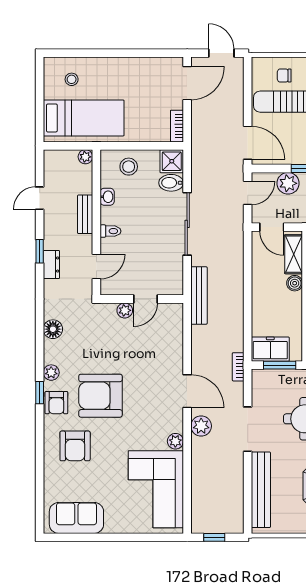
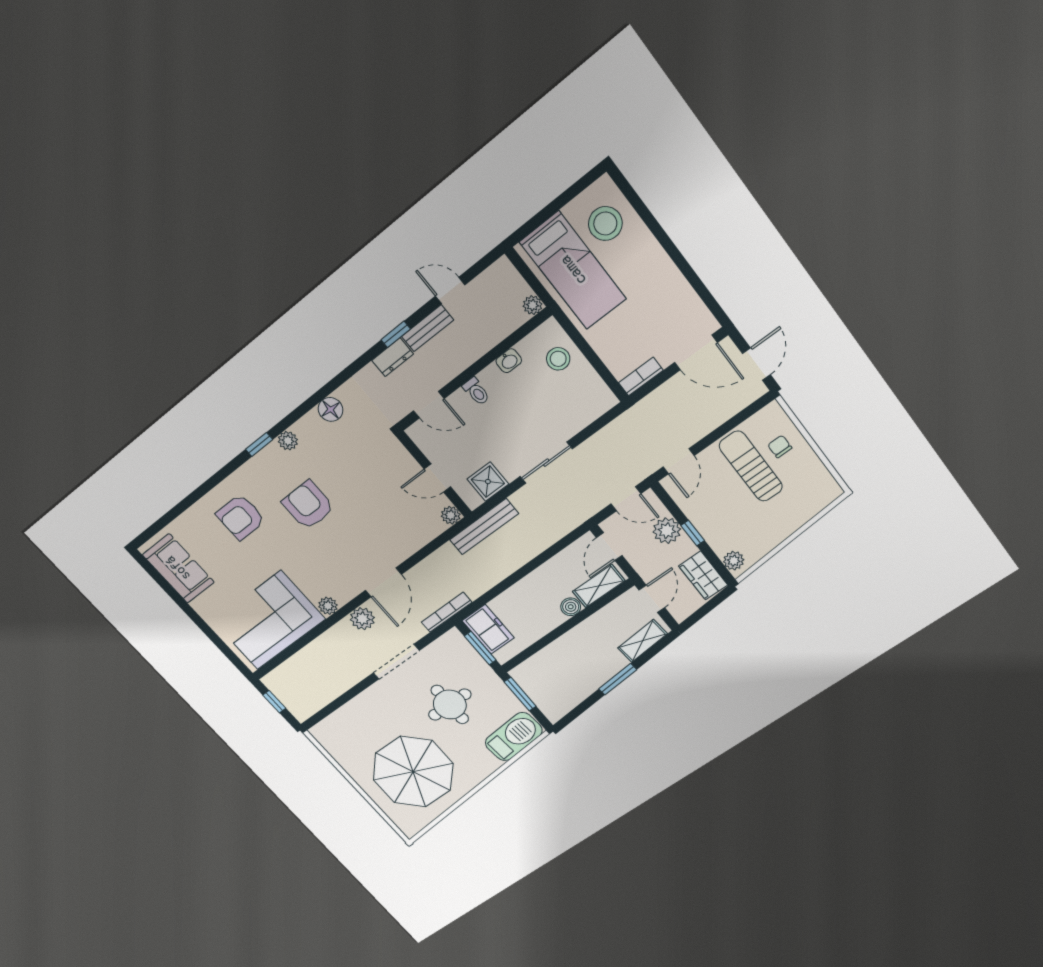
stool: (72, 79) -> (605, 224), width x1.89, depth x1.89
door: (248, 143) -> (679, 461), width x0.73
shower: (172, 161) -> (488, 482), moved
bidet: (171, 183) -> (576, 415), removed
bench: (85, 214) -> (428, 328), moved
sliding door: (187, 224) -> (546, 463), width x0.73
plant: (125, 310) -> (451, 515), moved
bookcase: (238, 367) -> (446, 612), width x1.56
armchair: (100, 396) -> (308, 505), width x0.73, depth x0.73
armchair: (56, 403) -> (264, 468), removed
bench: (261, 490) -> (352, 711), removed

